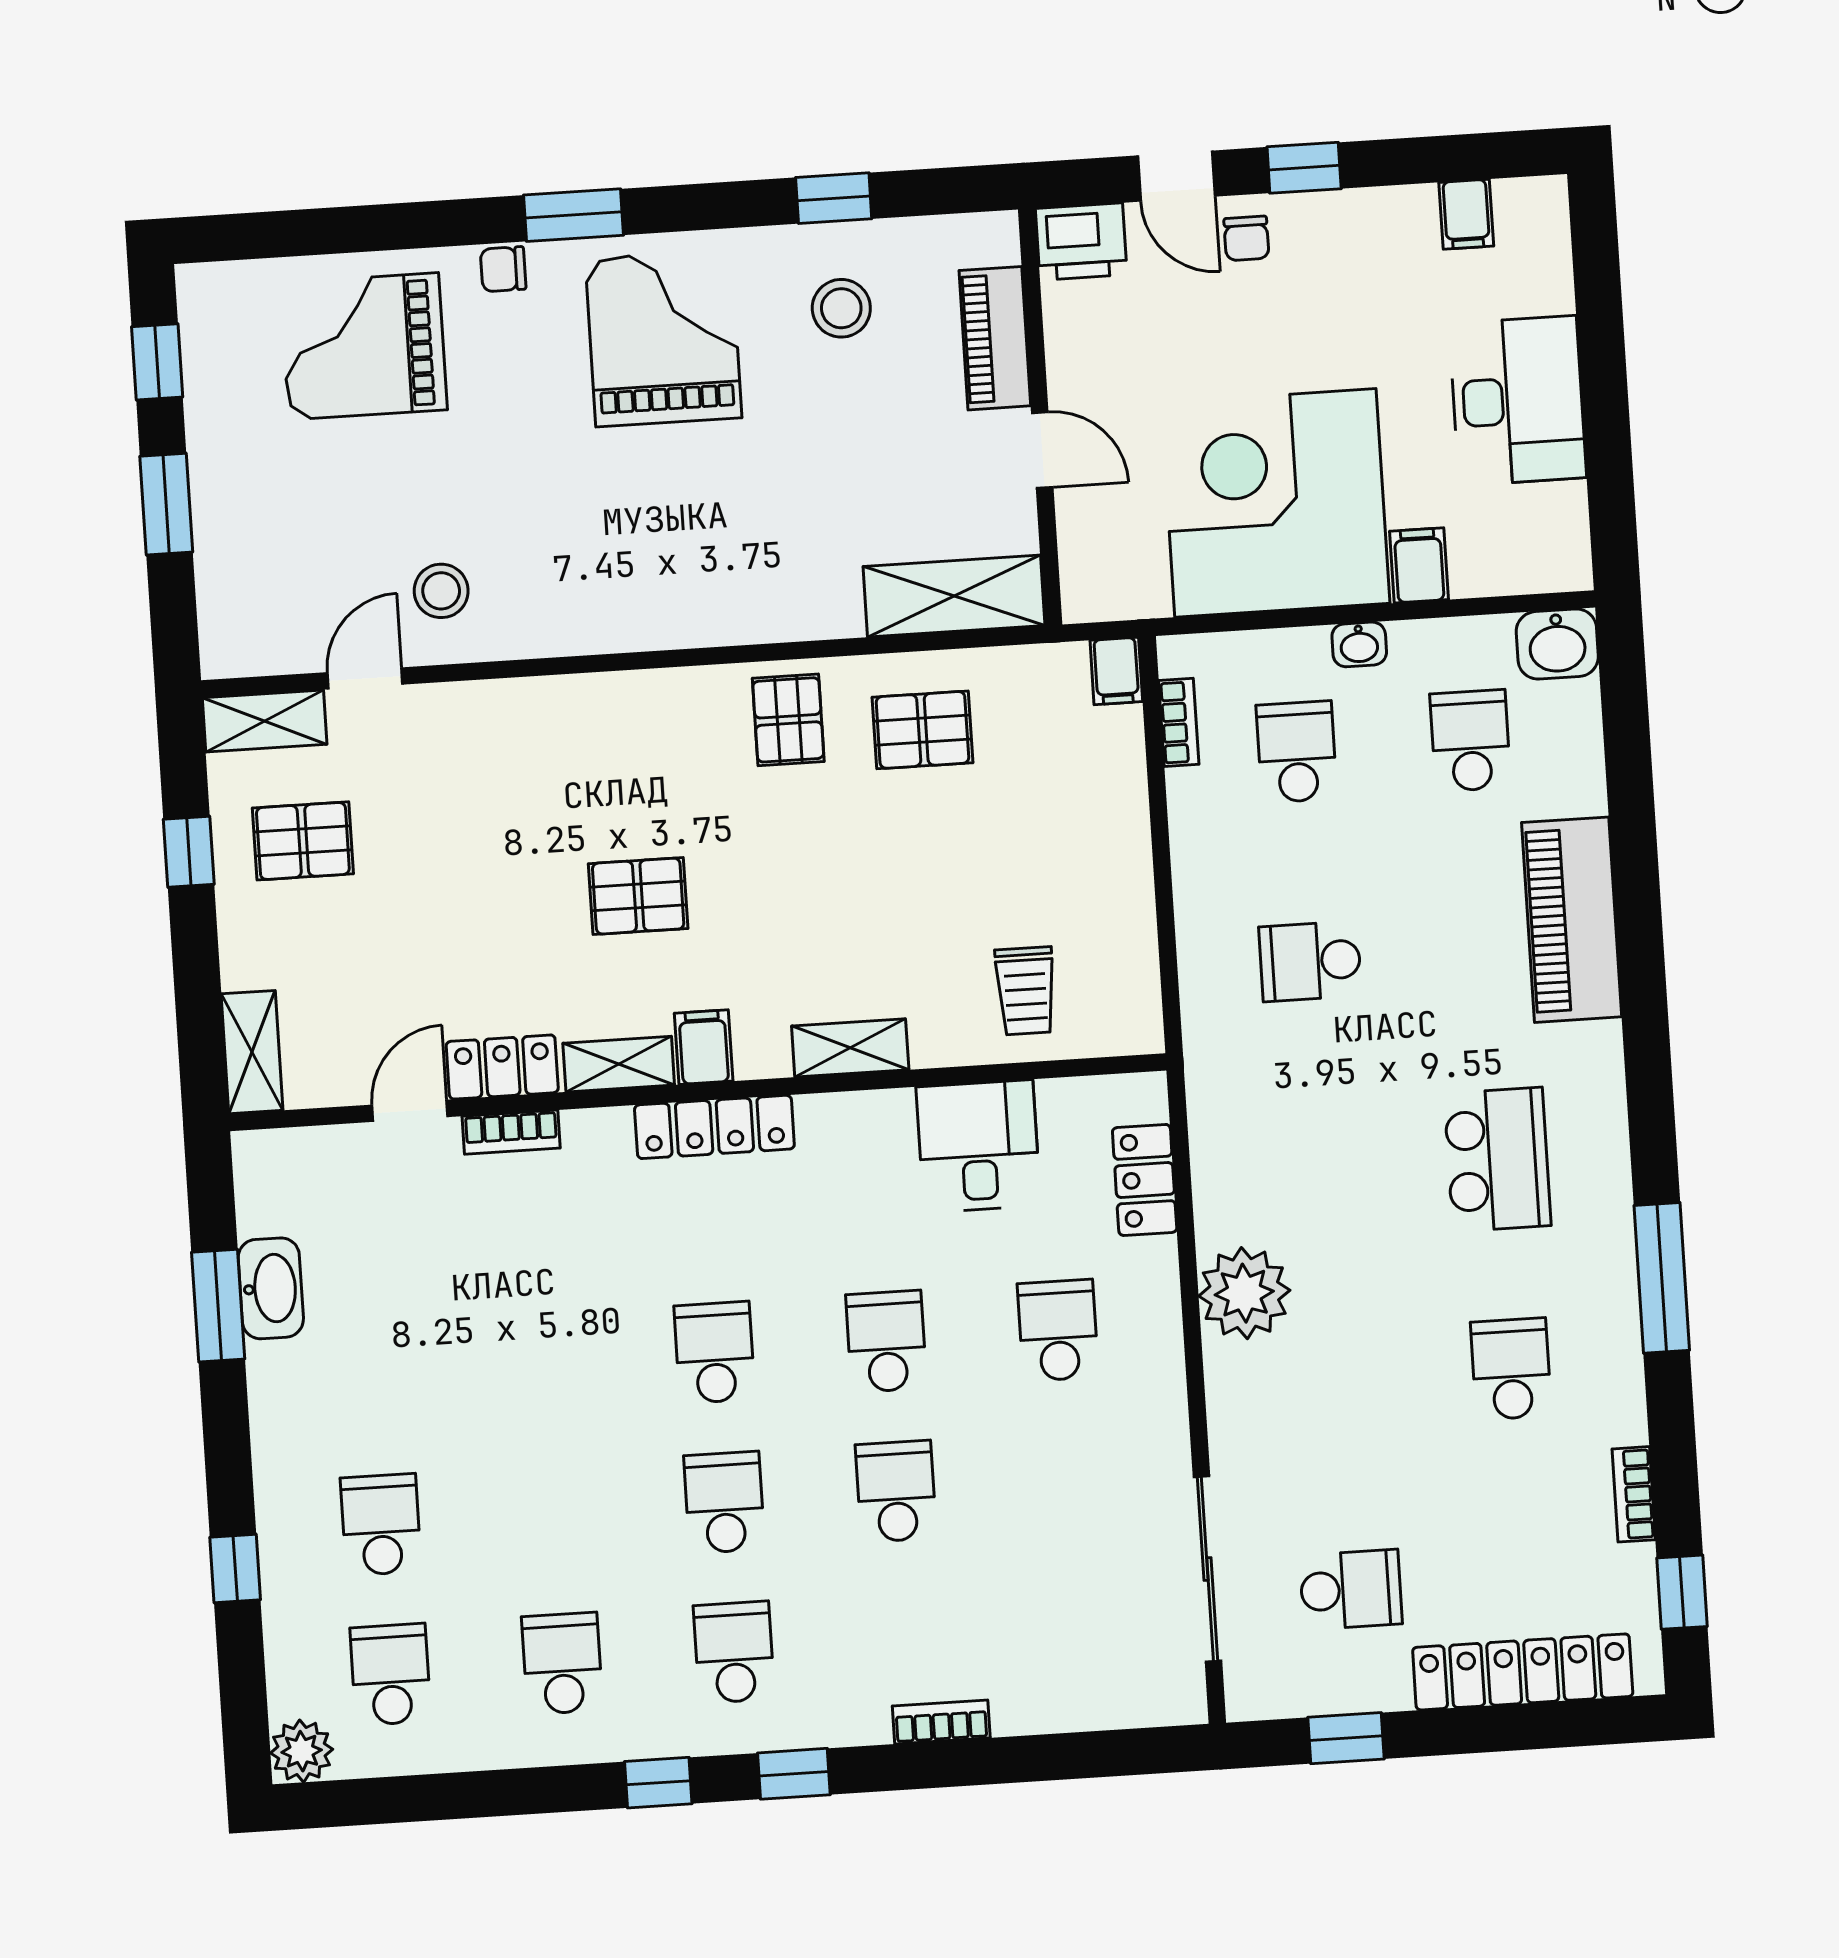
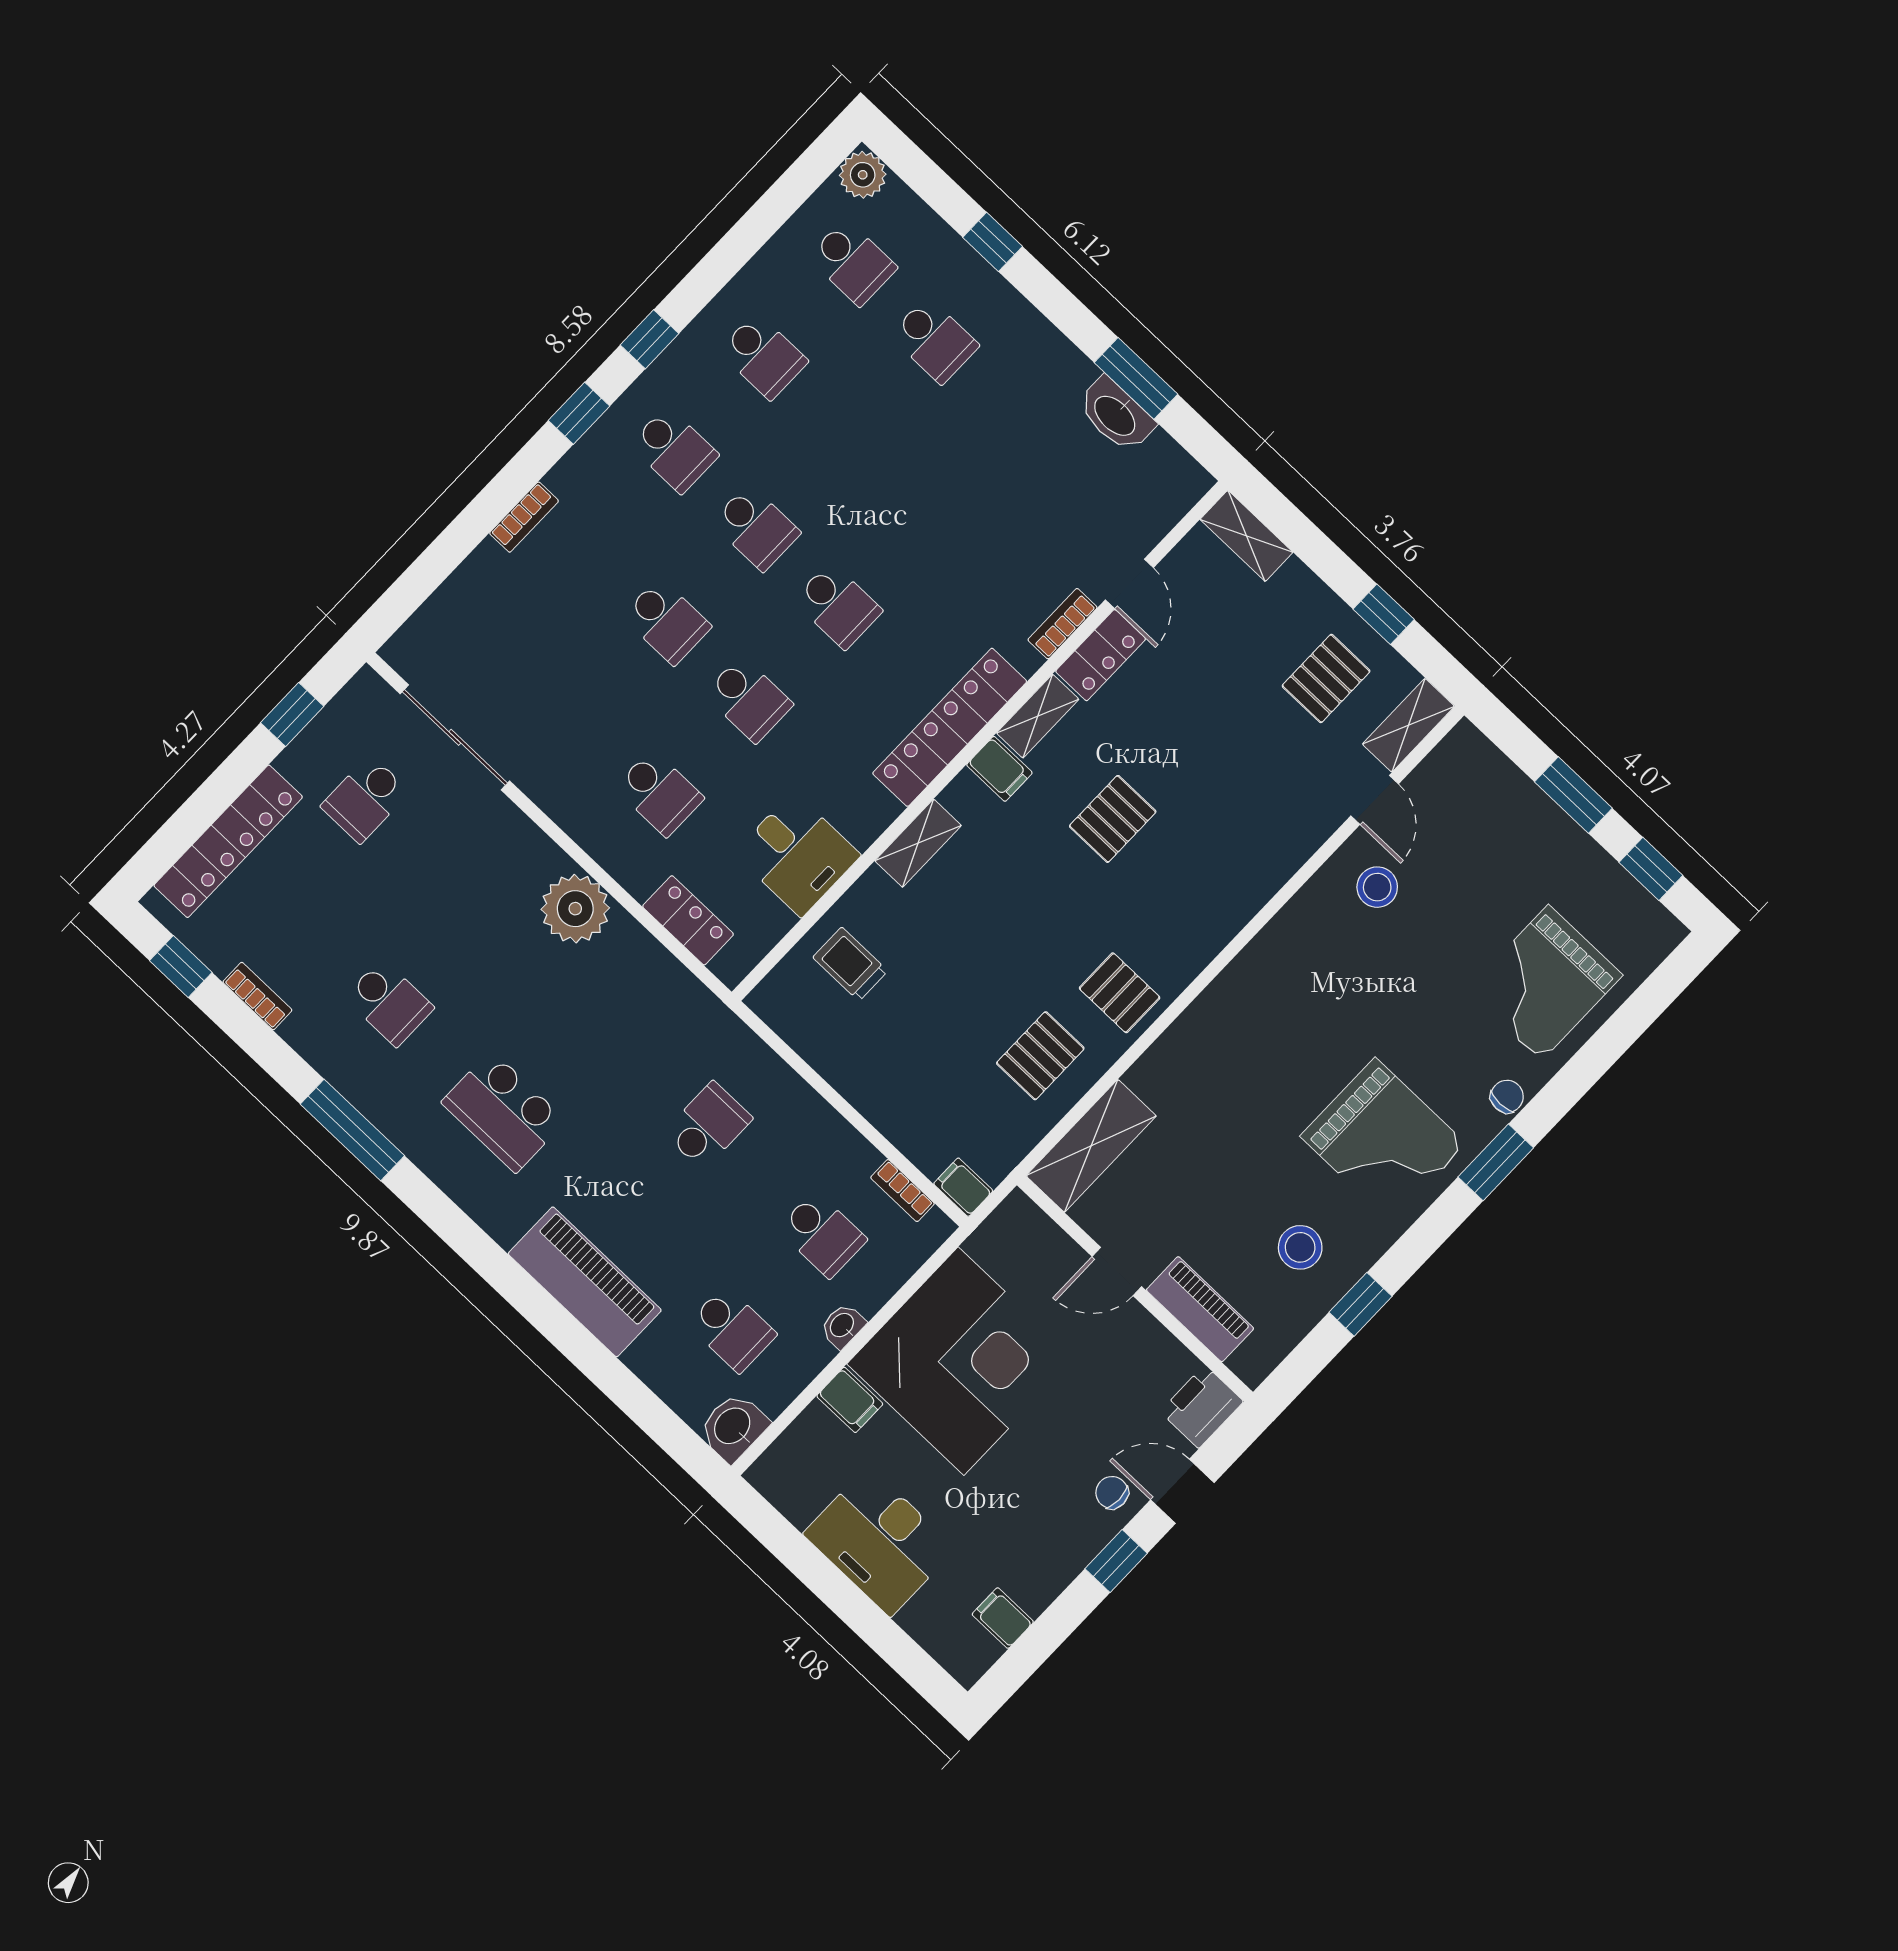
grand piano: (364, 346) -> (1545, 983), turned 180
locker: (714, 1127) -> (950, 727), width x1.41, depth x1.21

